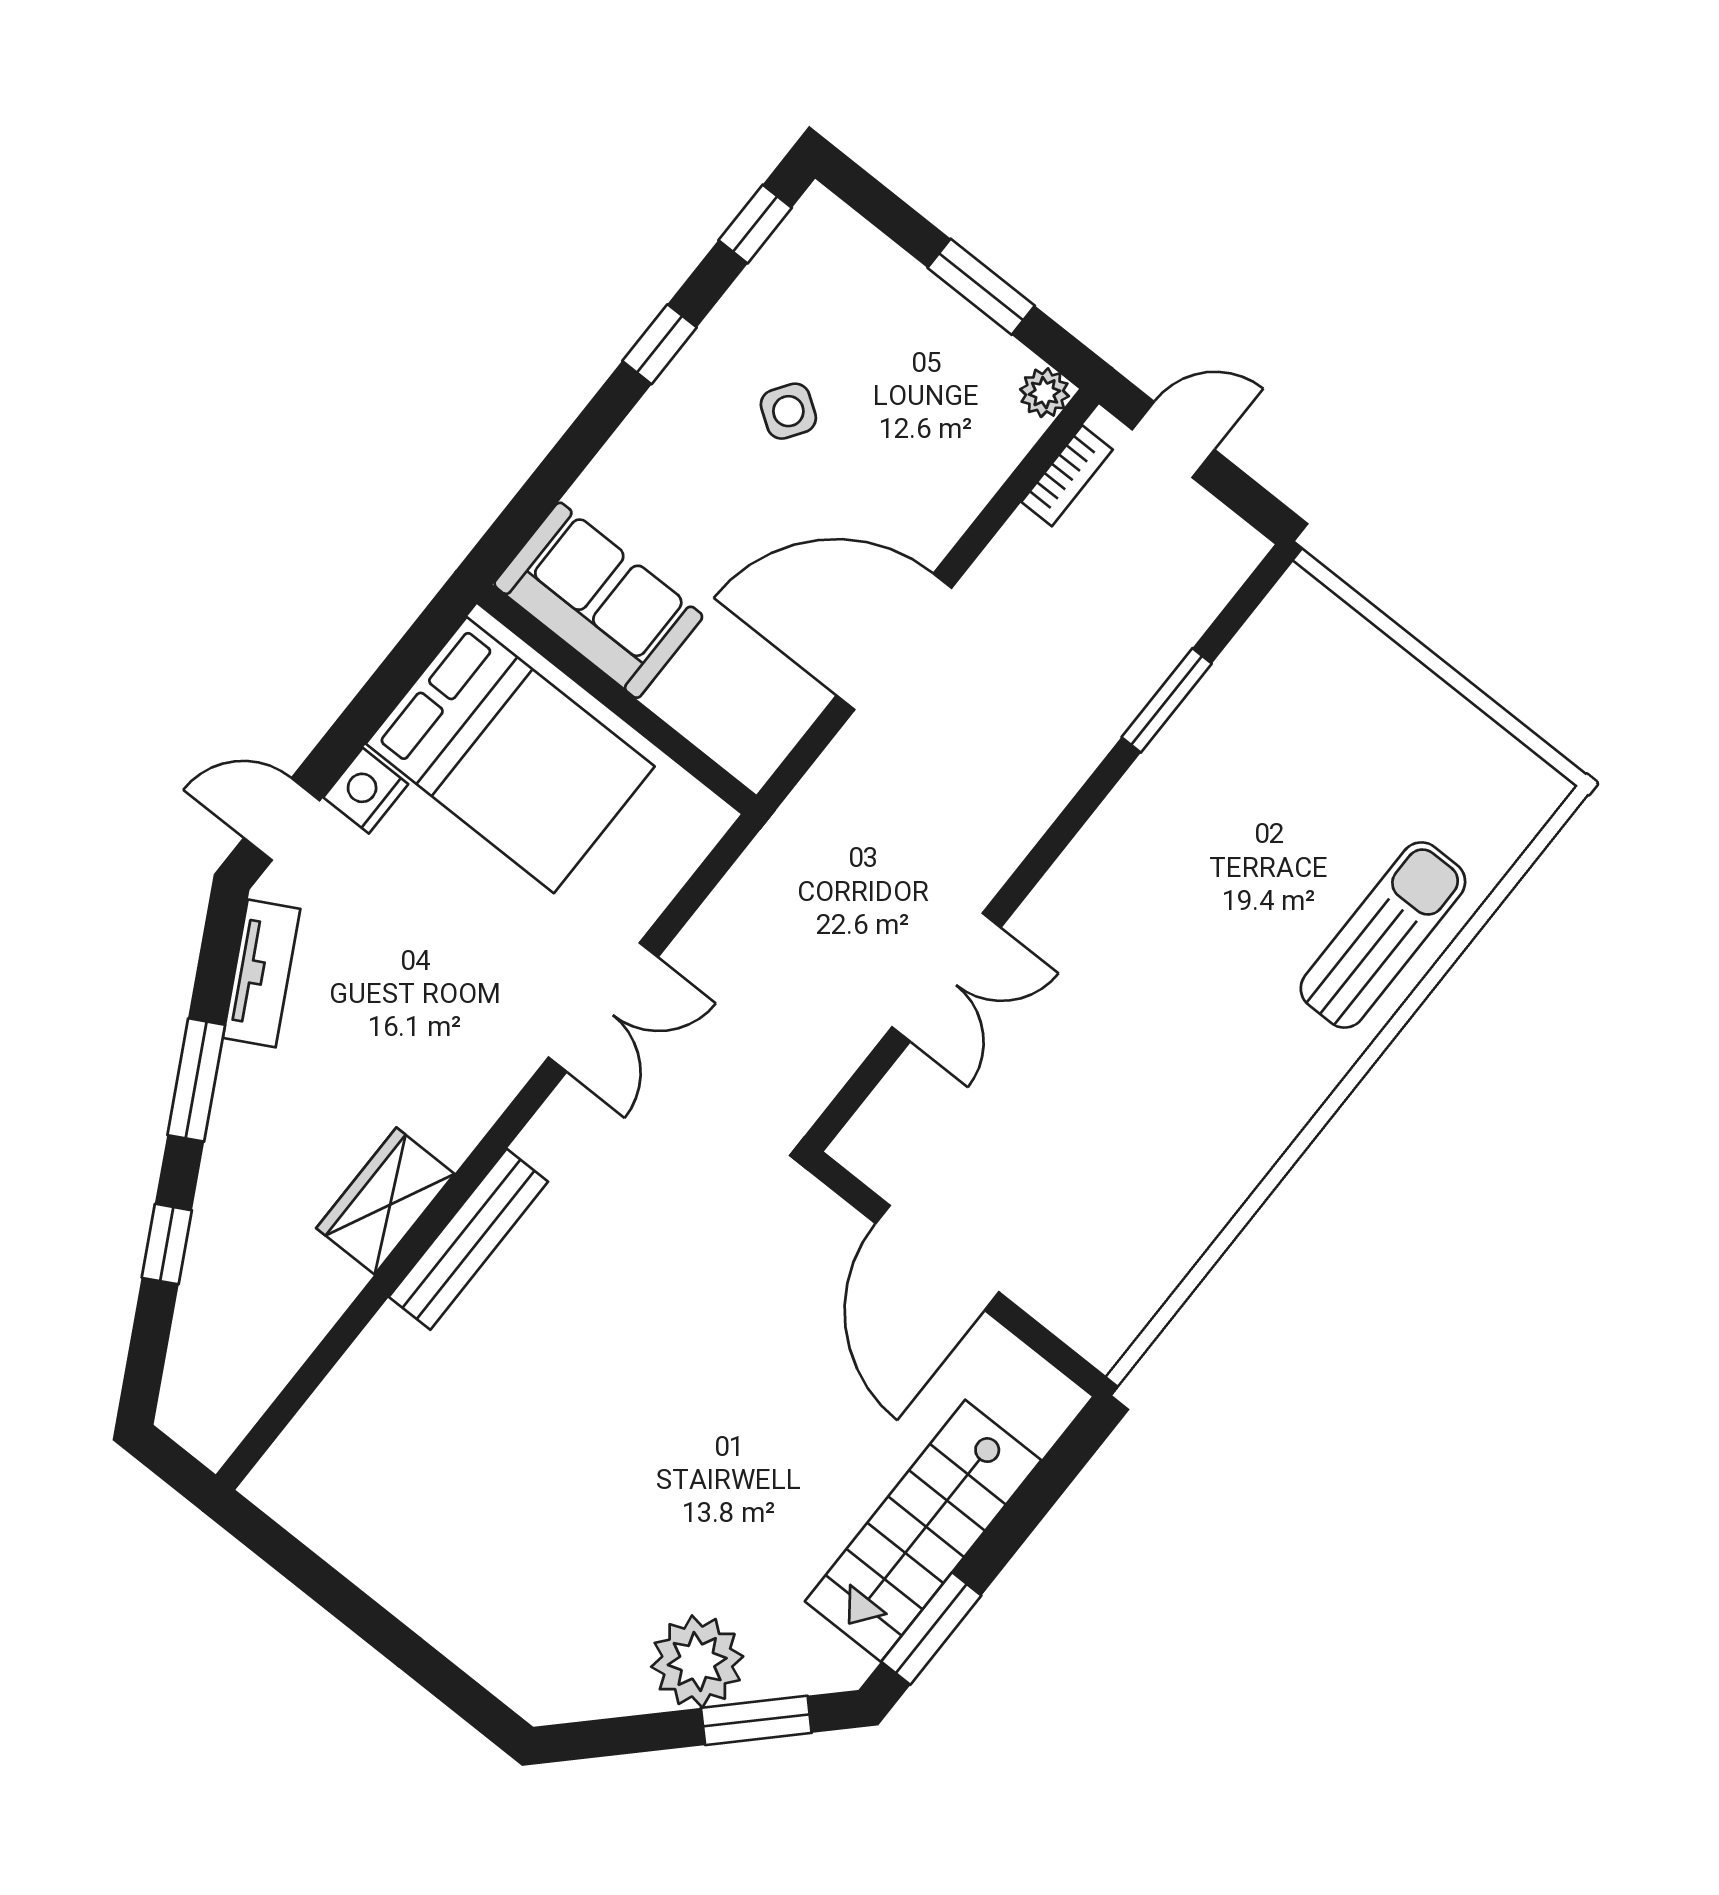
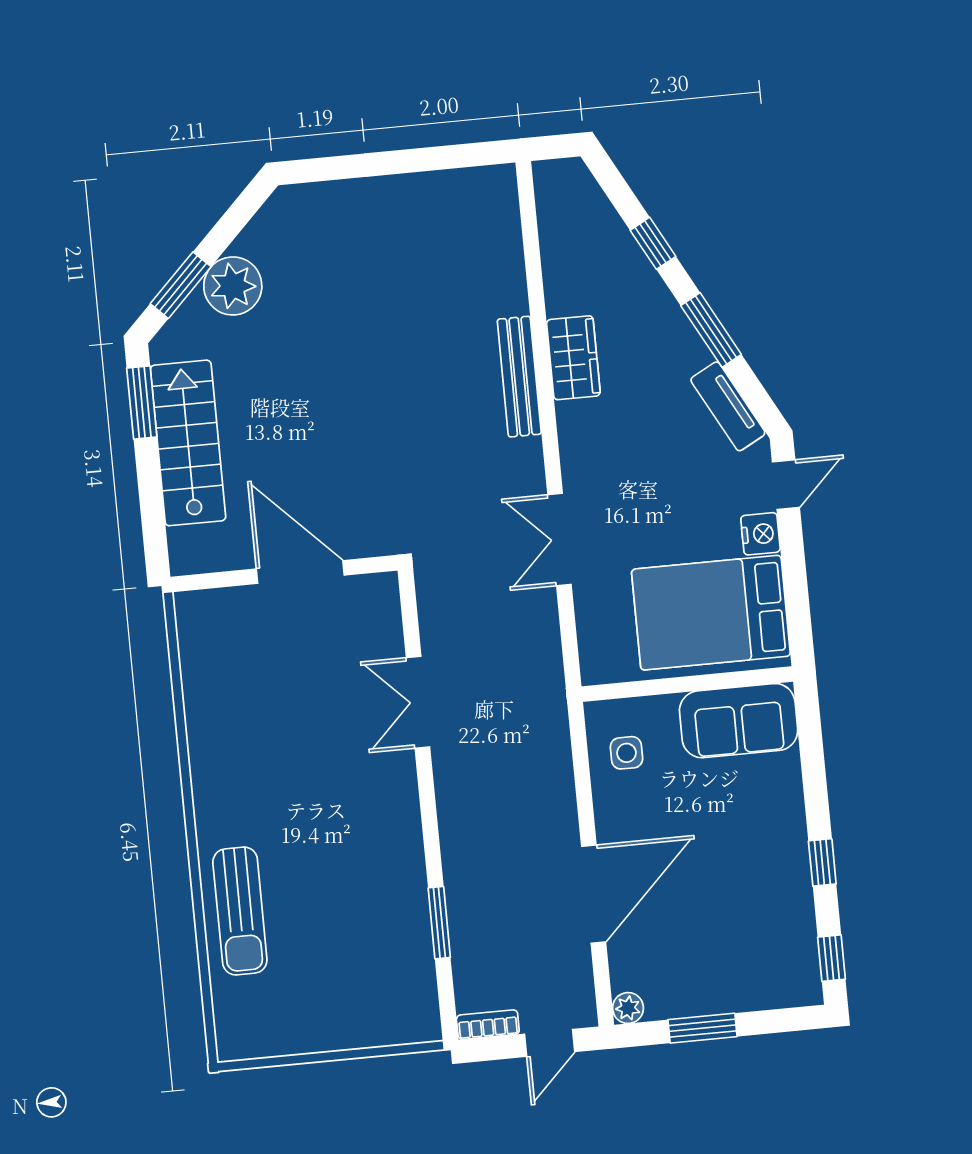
side table: (788, 411) -> (627, 753), moved, turned -34
bookcase: (1067, 476) -> (488, 1025), moved, turned 90
door: (894, 642) -> (594, 894), moved

